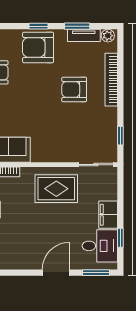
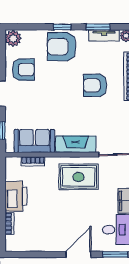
fireplace: (53, 153) -> (76, 144), added

